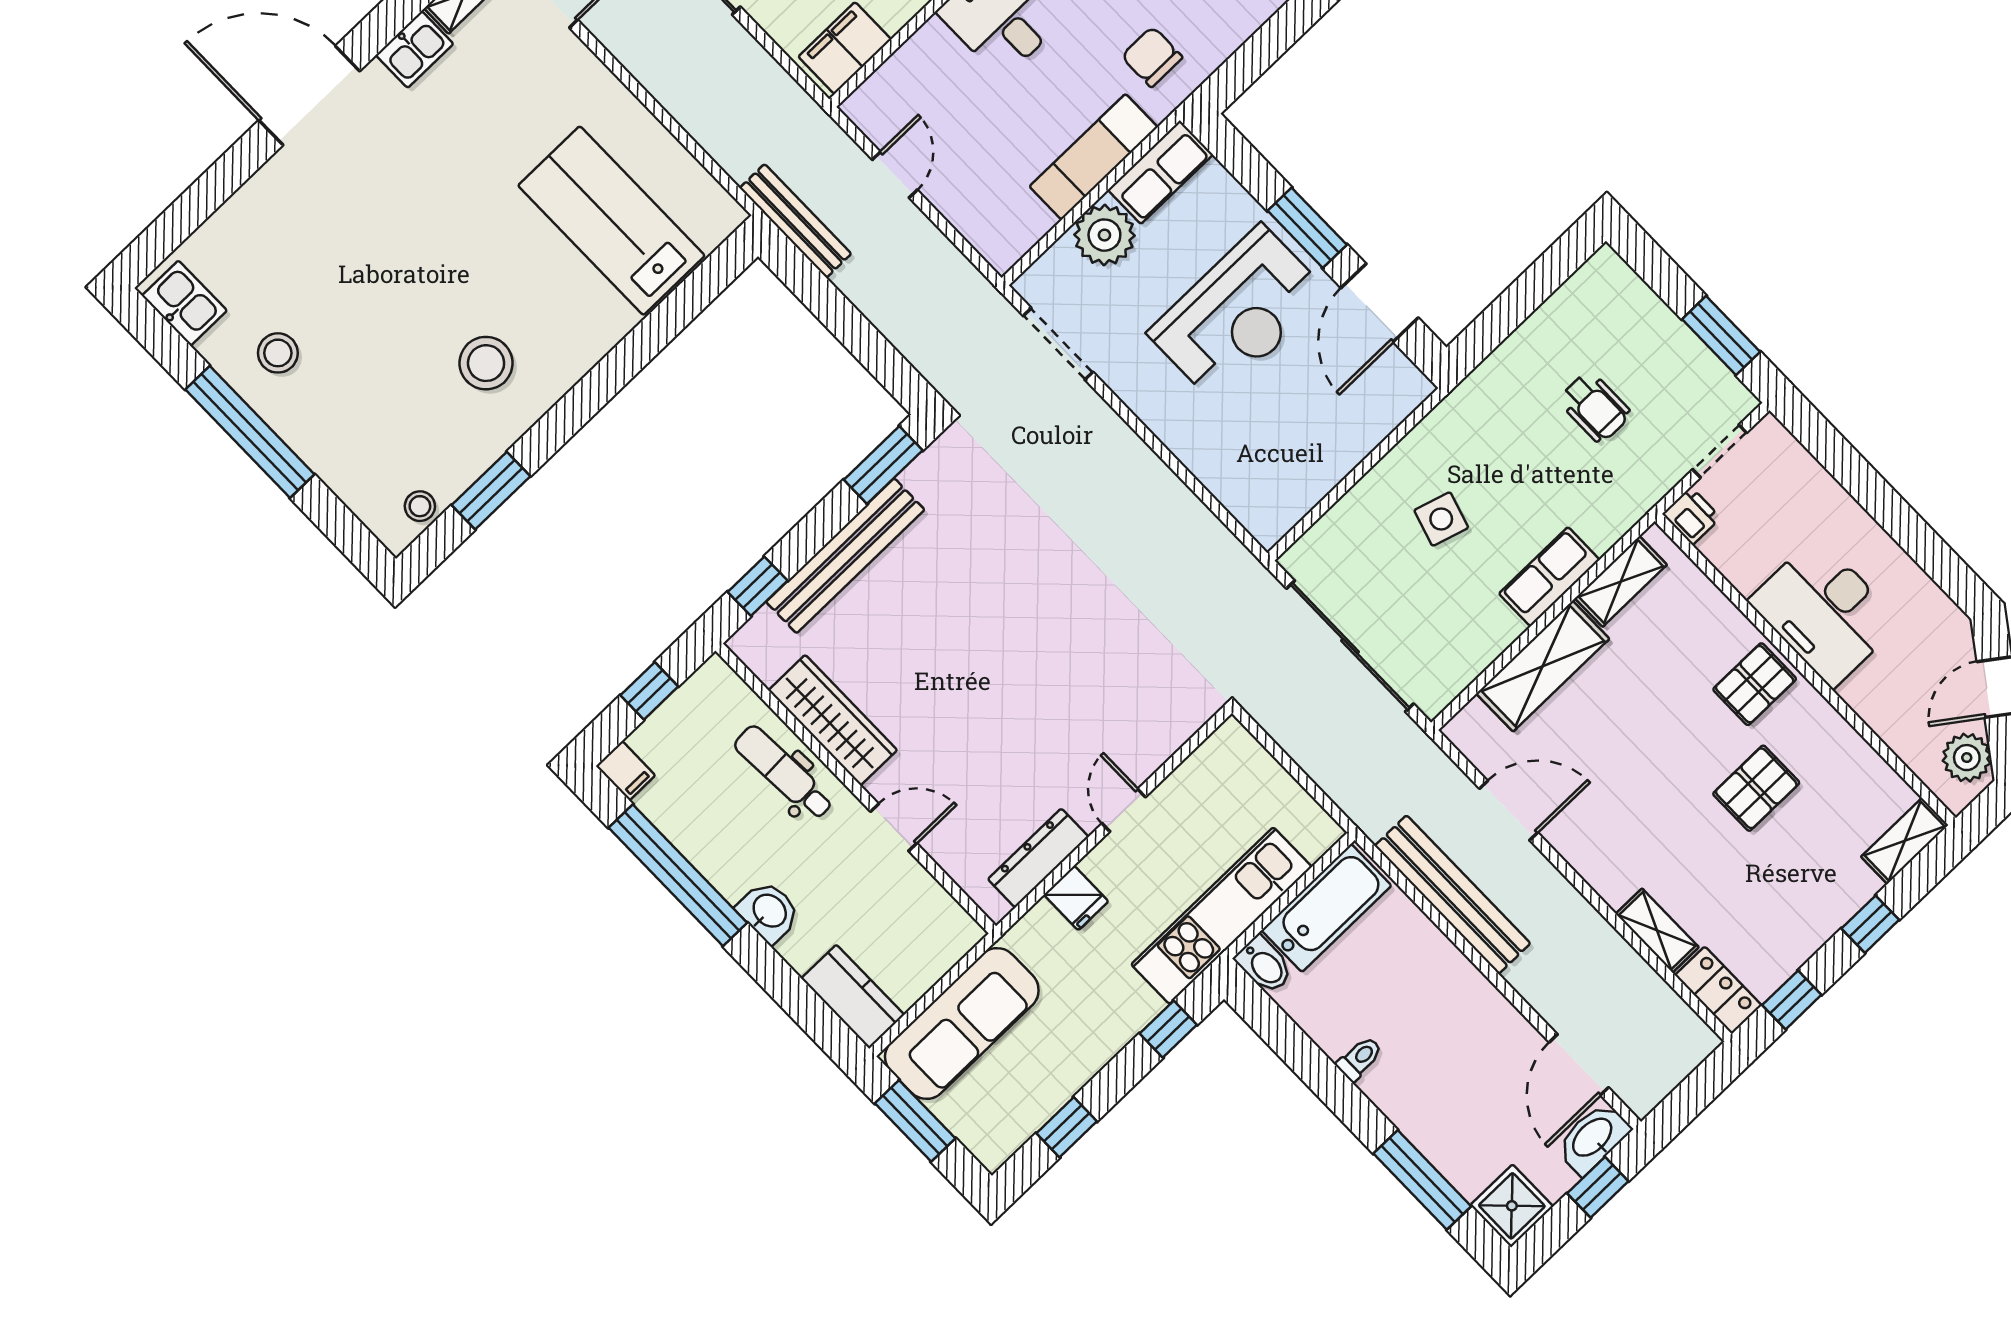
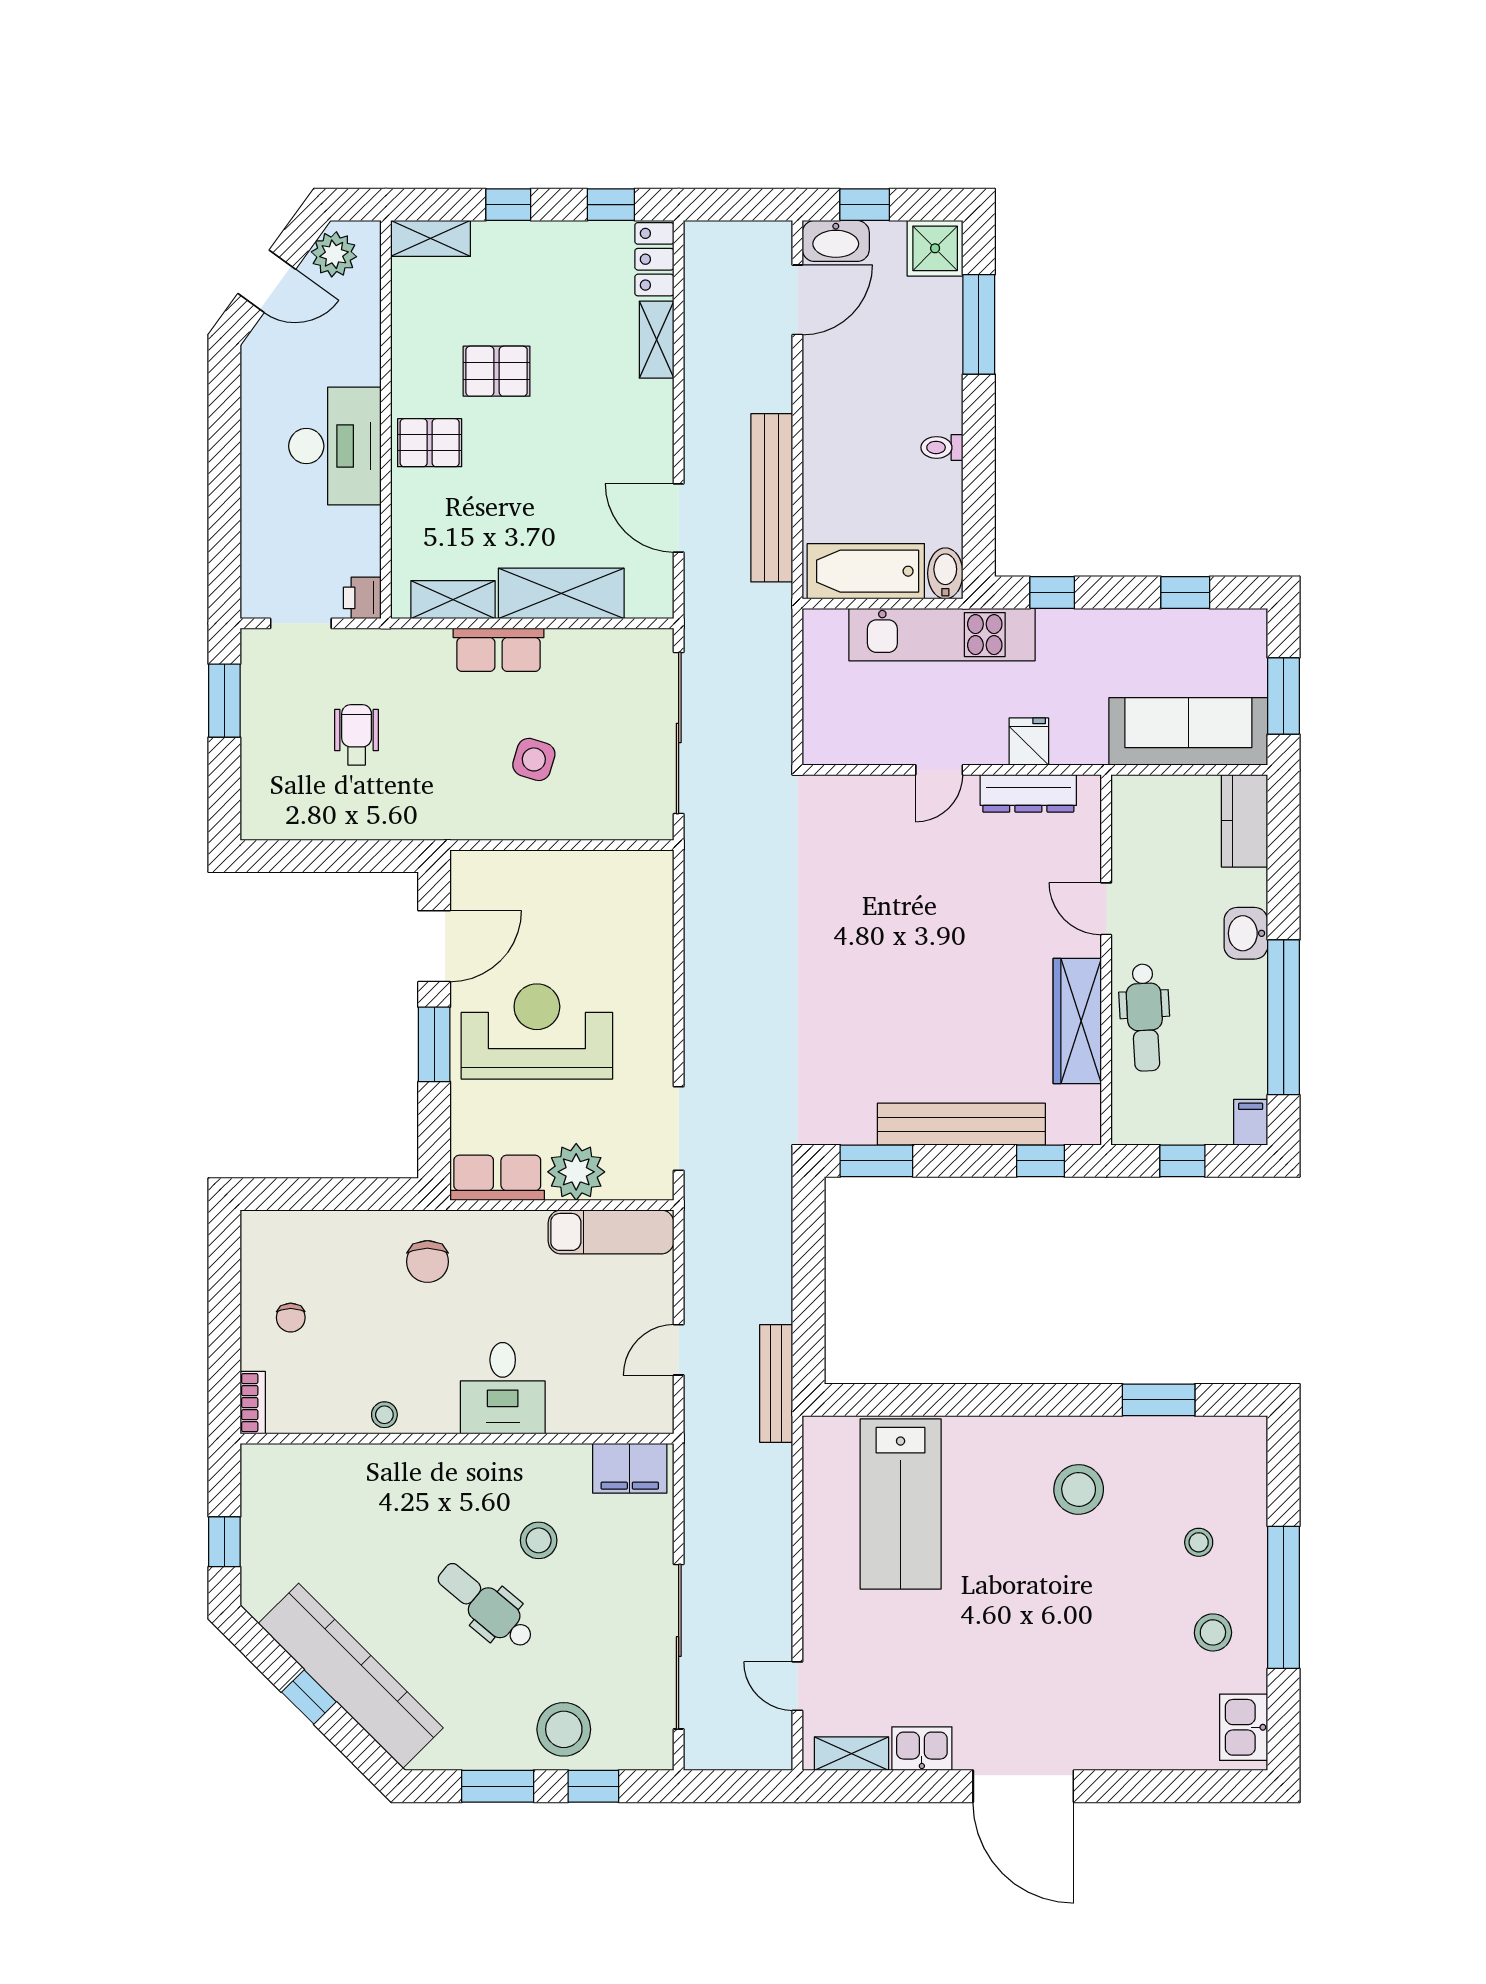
exam couch: (1094, 157) -> (611, 1232), moved
stool: (420, 506) -> (1199, 1542), moved

